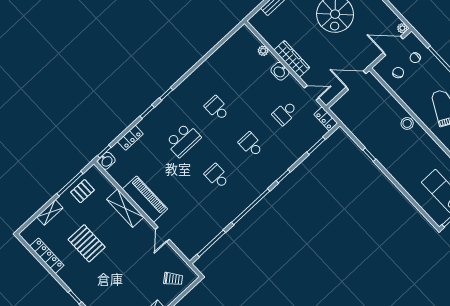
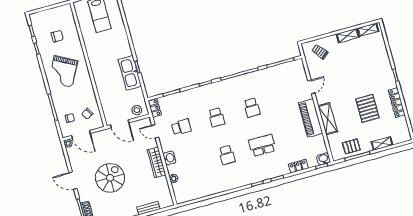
stool: (407, 123) -> (137, 110), moved
kitchen sink: (374, 144) -> (130, 73), added
locker: (47, 256) -> (397, 103), moved

